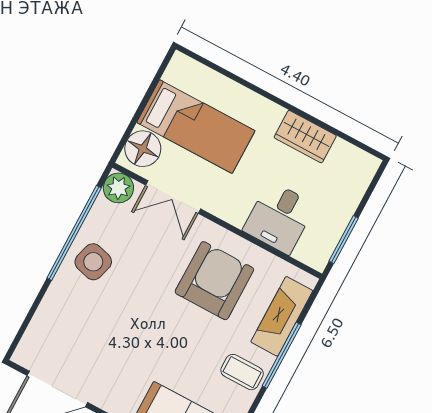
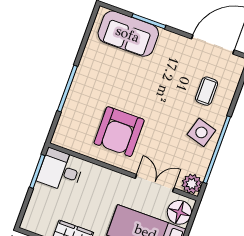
desk: (279, 218) -> (61, 170), moved, turned -90
fireplace: (282, 316) -> (71, 114), removed
coffee table: (242, 372) -> (207, 91), moved, turned 90

